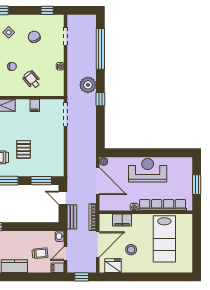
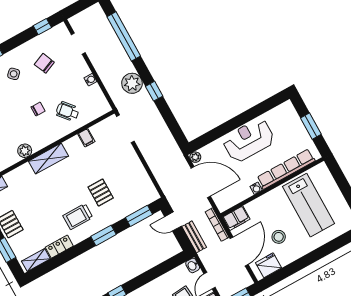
filing cabinet: (122, 220) -> (236, 218), moved

